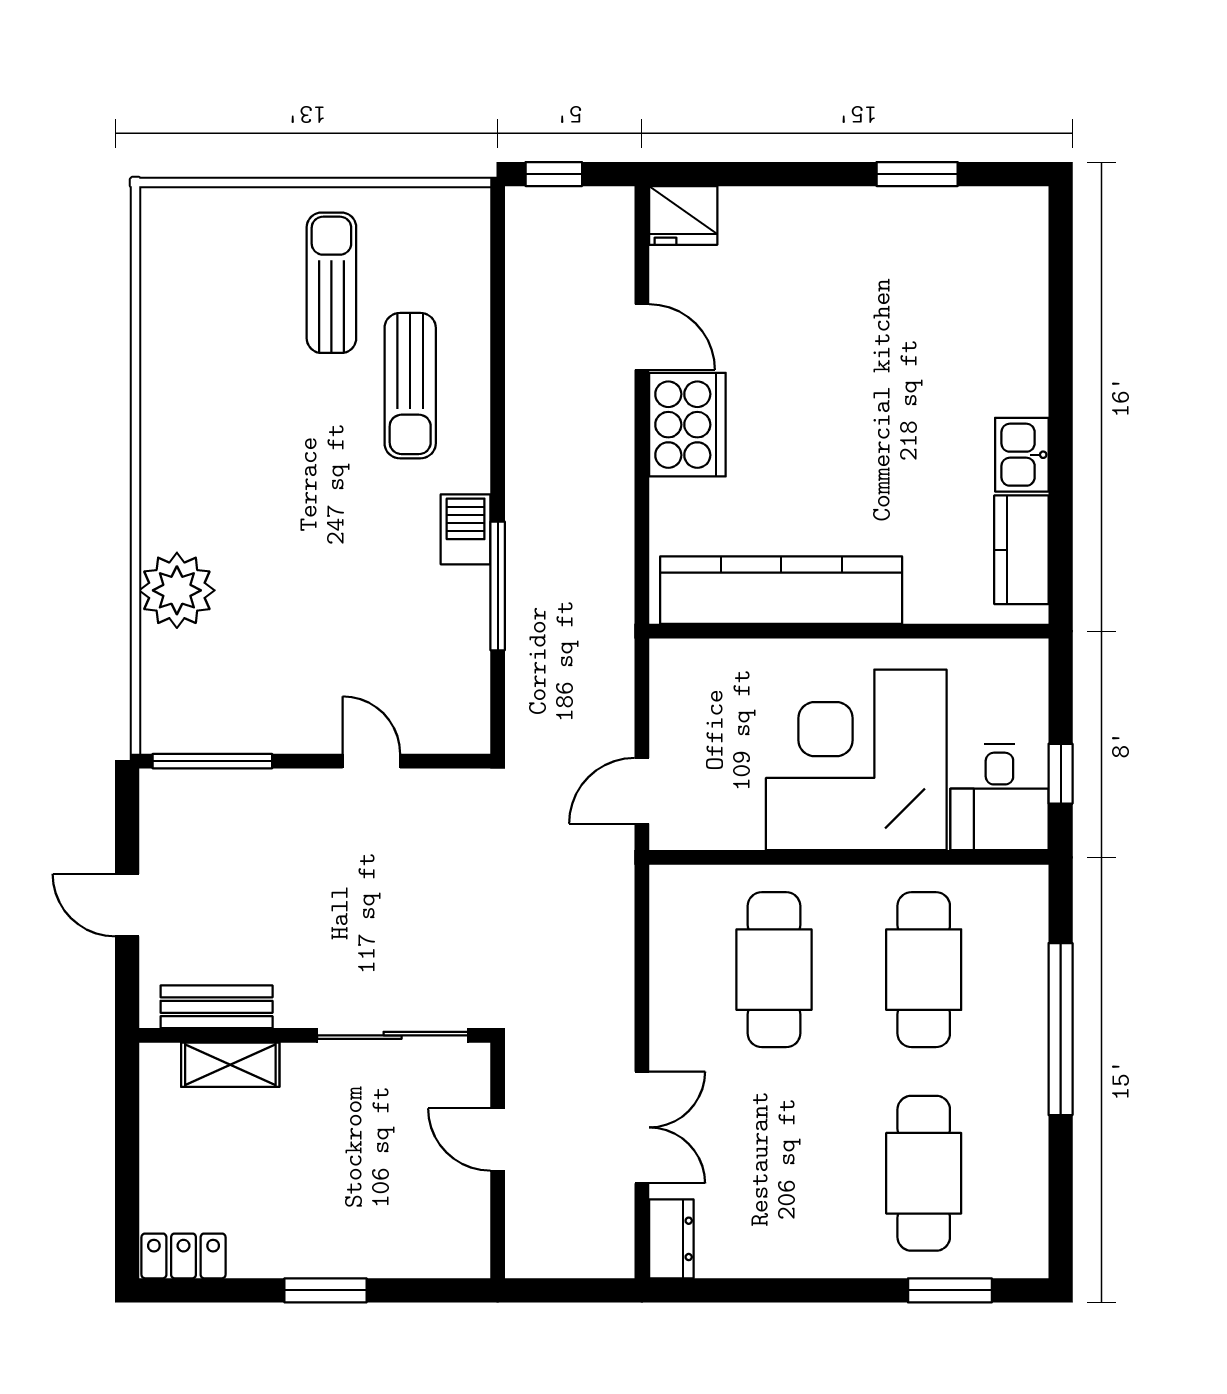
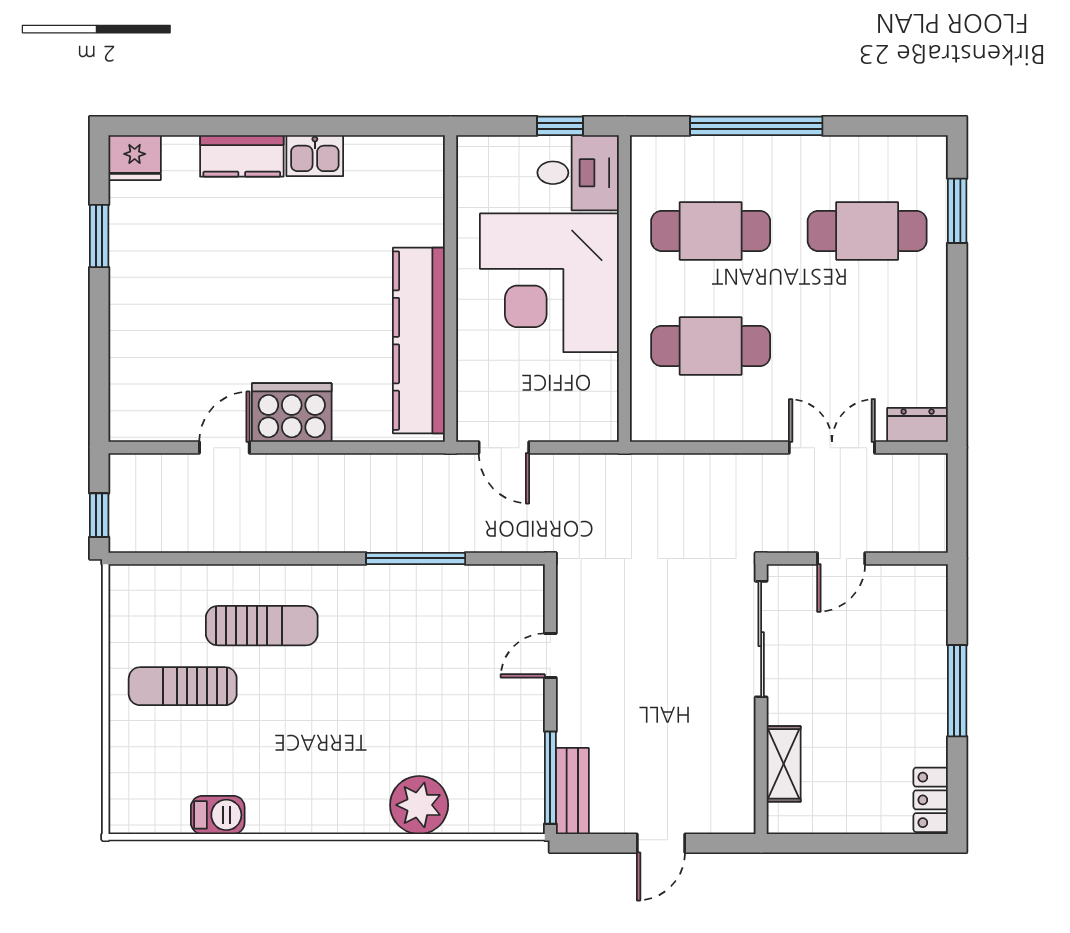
fridge: (683, 215) -> (135, 158), moved, turned 90
barbecue: (466, 529) -> (218, 815), moved, turned 180
kitchen counter: (1021, 550) -> (242, 156), moved
door: (642, 791) -> (504, 448), moved
bench: (217, 1007) -> (572, 791), moved
window: (326, 1290) -> (957, 691), width x1.44

